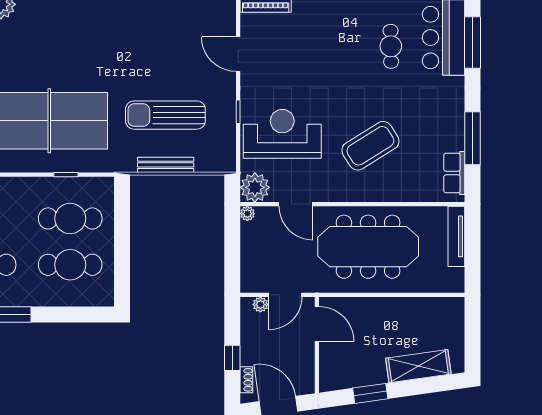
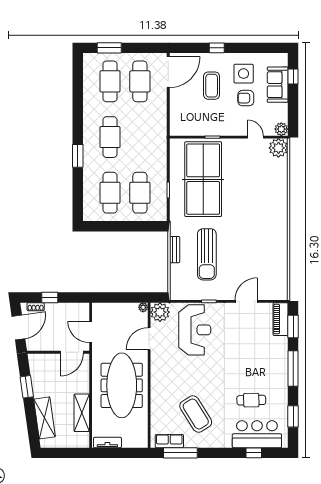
window: (472, 42) -> (254, 453), width x0.46
sun lounger: (165, 115) -> (207, 254), turned 180
window: (472, 138) -> (180, 453), moved
coffee table: (370, 146) -> (196, 414), moved
bench: (166, 165) -> (175, 250), width x0.73
tv unit: (456, 236) -> (107, 442), moved, width x0.71
plant: (260, 304) -> (84, 316), removed
shelving: (410, 308) -> (82, 413), added

